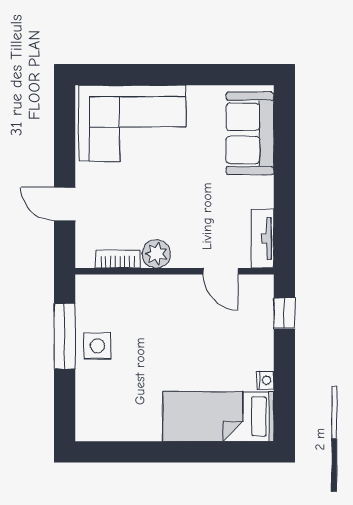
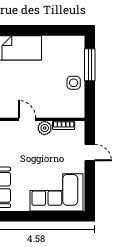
door: (220, 271) -> (27, 119), moved
window: (65, 336) -> (90, 65), moved

